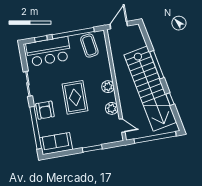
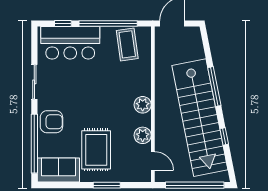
rug: (75, 97) -> (96, 150), moved
armchair: (45, 110) -> (51, 122), turned -90

